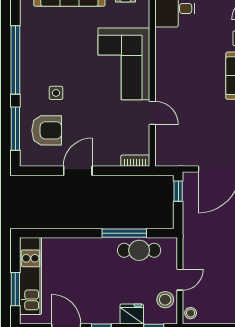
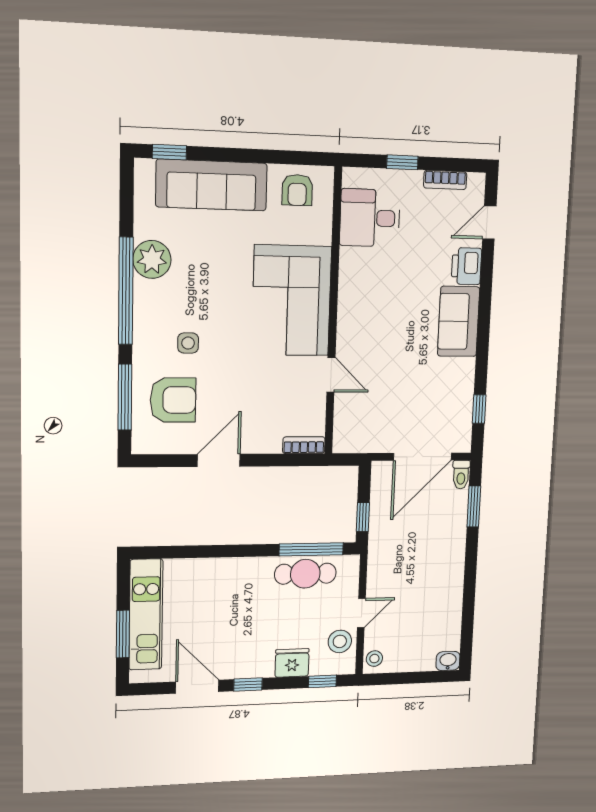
plant: (32, 39) -> (152, 259), added
window: (178, 191) -> (363, 517), moved
window: (124, 233) -> (311, 549), moved

